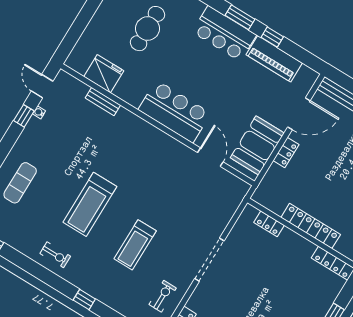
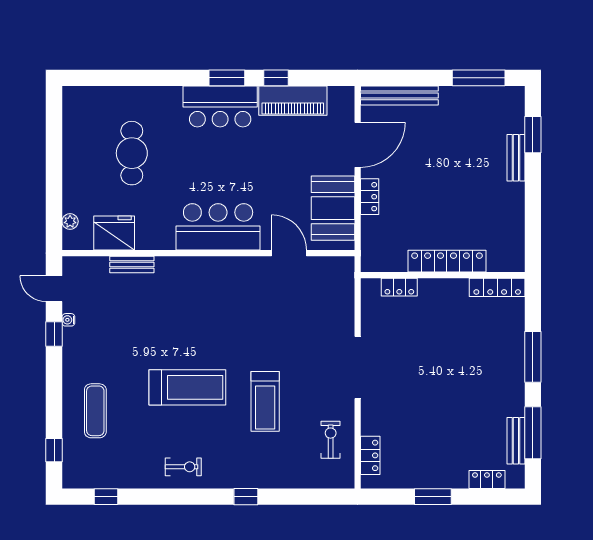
plant: (80, 49) -> (70, 221), added
treadmill: (90, 204) -> (187, 387), turned -90

